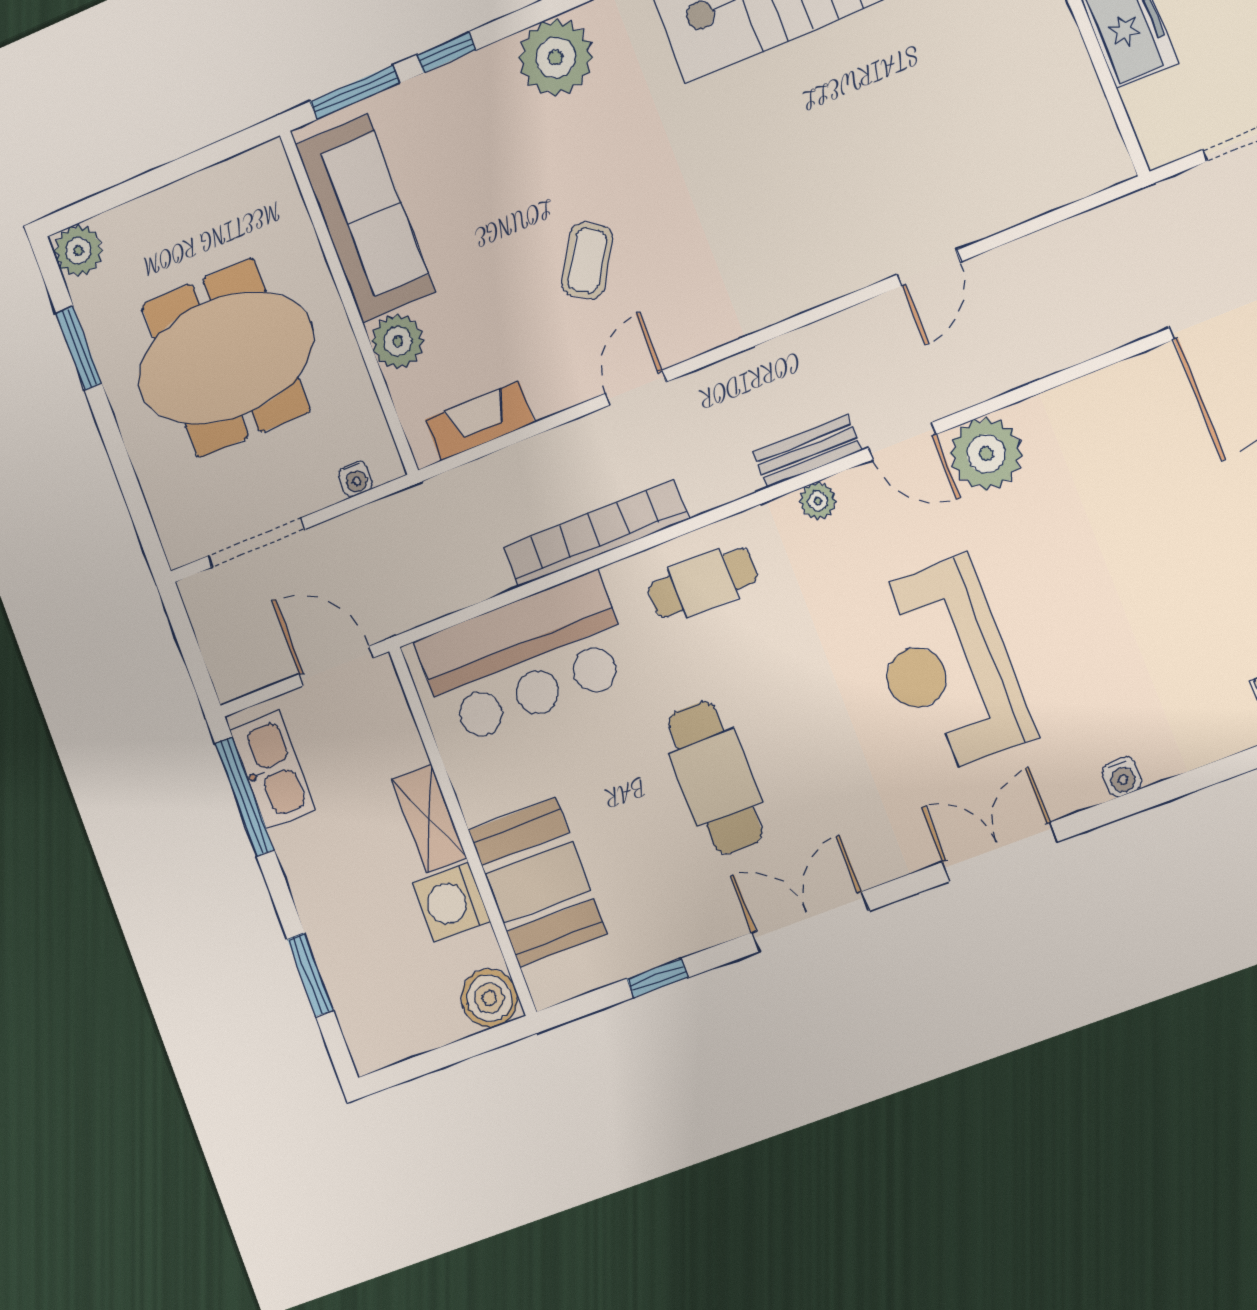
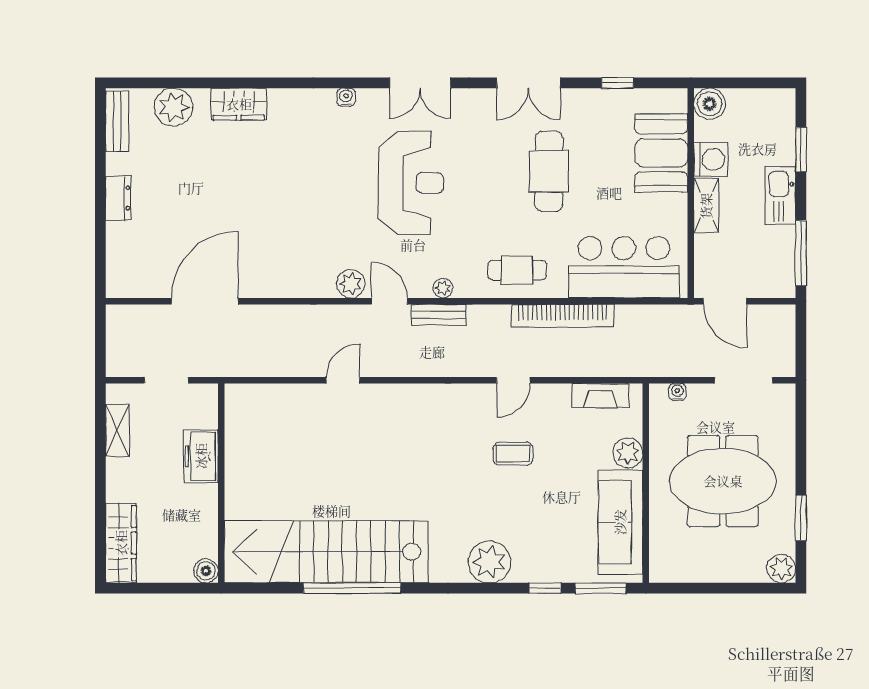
coffee table: (587, 261) -> (513, 454), turned 58
plant: (986, 454) -> (351, 284), width x0.73, depth x0.73
kitchen sink: (272, 770) -> (780, 196), moved

